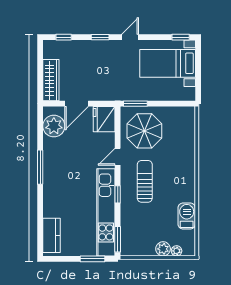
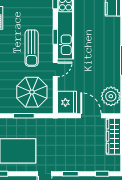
door: (77, 104) -> (91, 116), hinge flipped
window: (135, 104) -> (24, 116), moved

